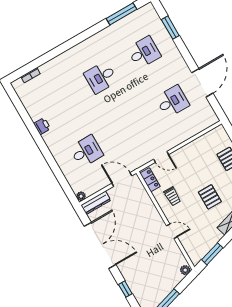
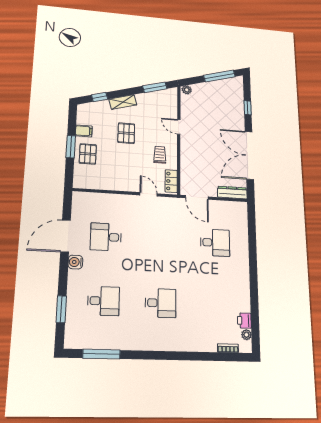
desk: (144, 52) -> (103, 301), turned 180
water cooler: (182, 68) -> (75, 262), added
printer: (42, 126) -> (244, 321), moved
desk: (86, 151) -> (215, 243), turned 180
plant: (81, 196) -> (246, 335), moved

